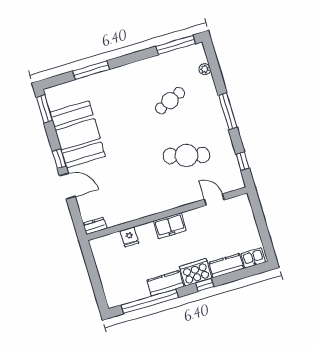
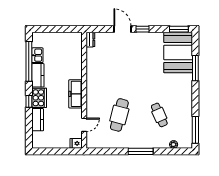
booth: (78, 134) -> (178, 53), moved, turned 90
window: (243, 161) -> (104, 151), removed
door: (67, 186) -> (123, 29), swing flipped
freezer: (170, 226) -> (76, 94), width x1.40
fridge: (130, 237) -> (76, 143), moved
kitchen sink: (253, 258) -> (37, 55), moved

